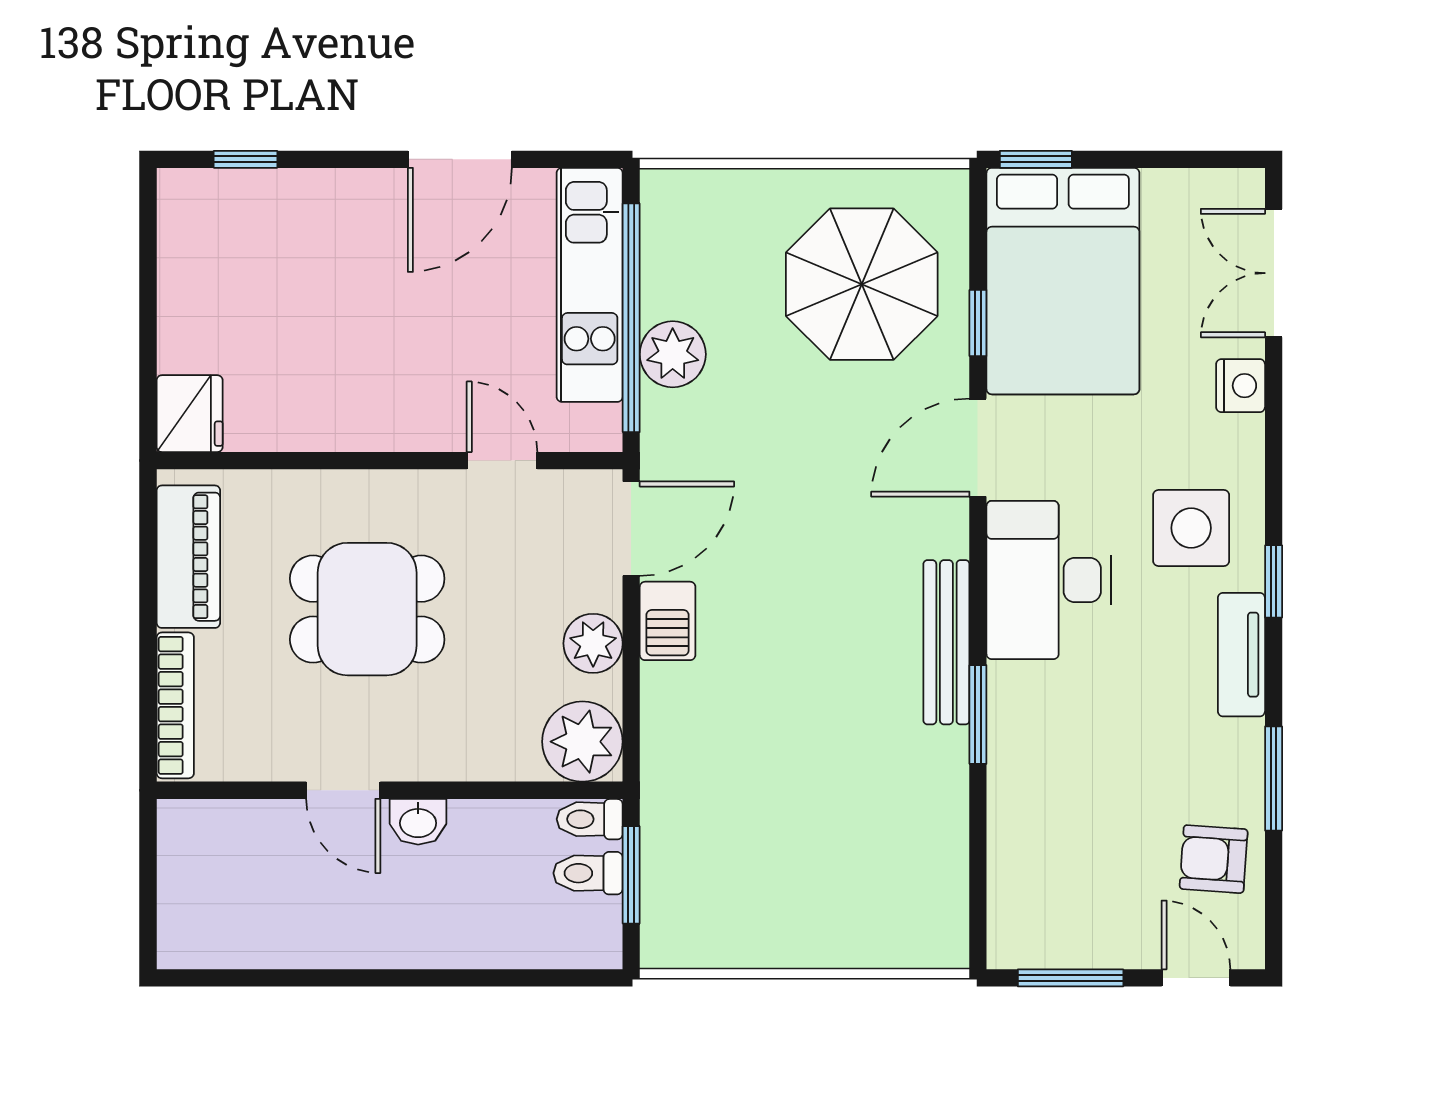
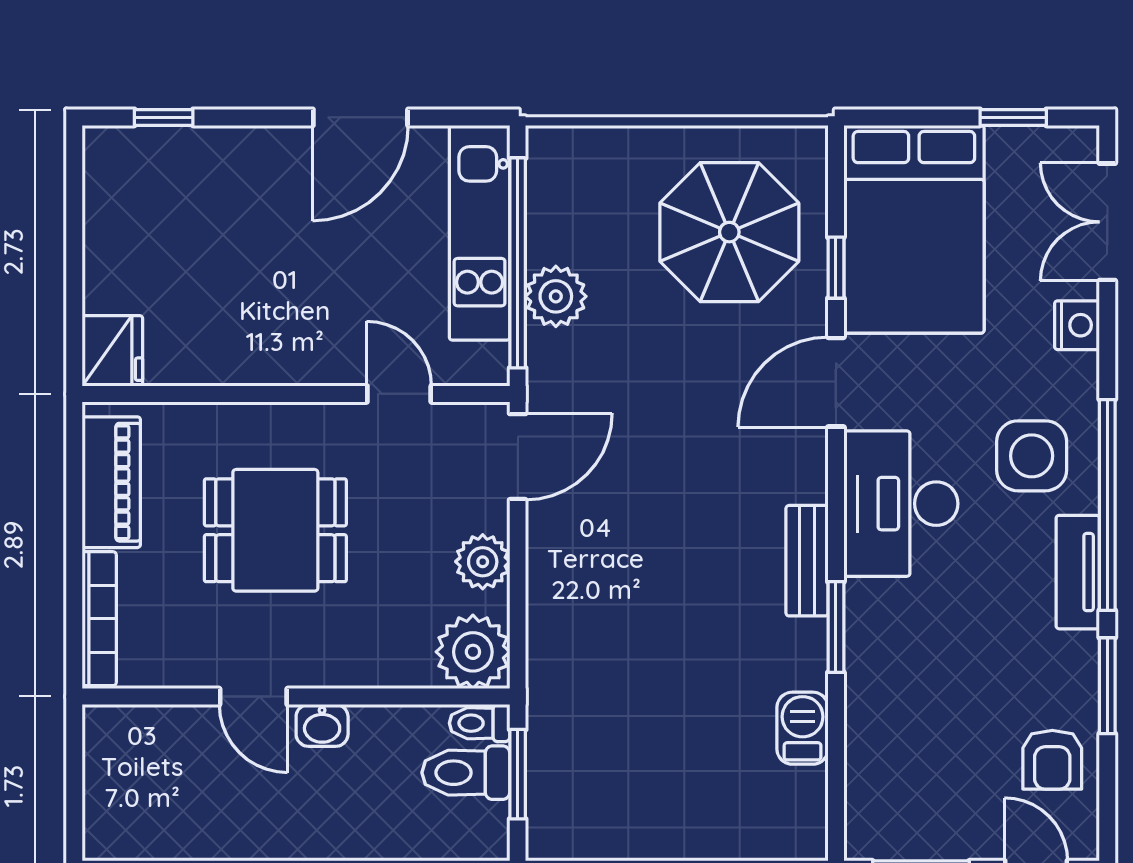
window: (1036, 159) -> (1013, 117), moved
window: (1274, 581) -> (1107, 505), width x3.17
barbecue: (668, 621) -> (803, 728), moved, turned 180
bench: (946, 642) -> (807, 561), width x0.73
armchair: (1214, 859) -> (1052, 760), turned -94
toilet: (588, 873) -> (466, 773), width x1.37, depth x1.39

